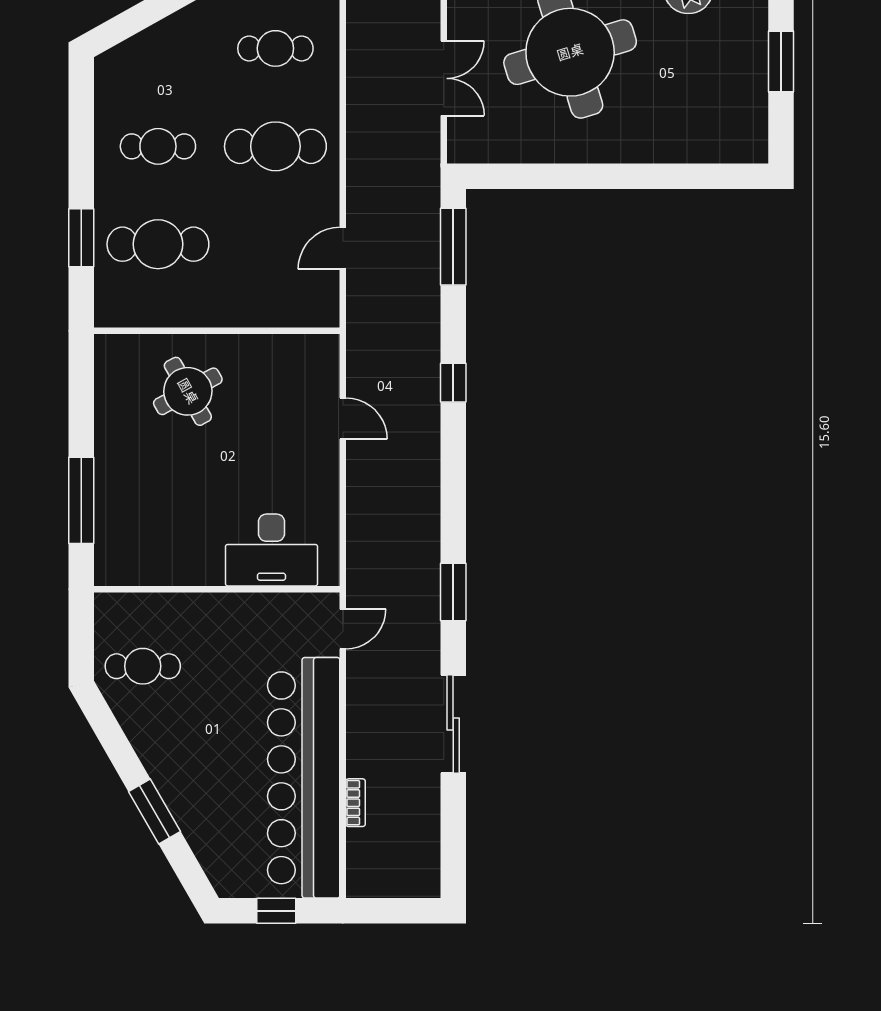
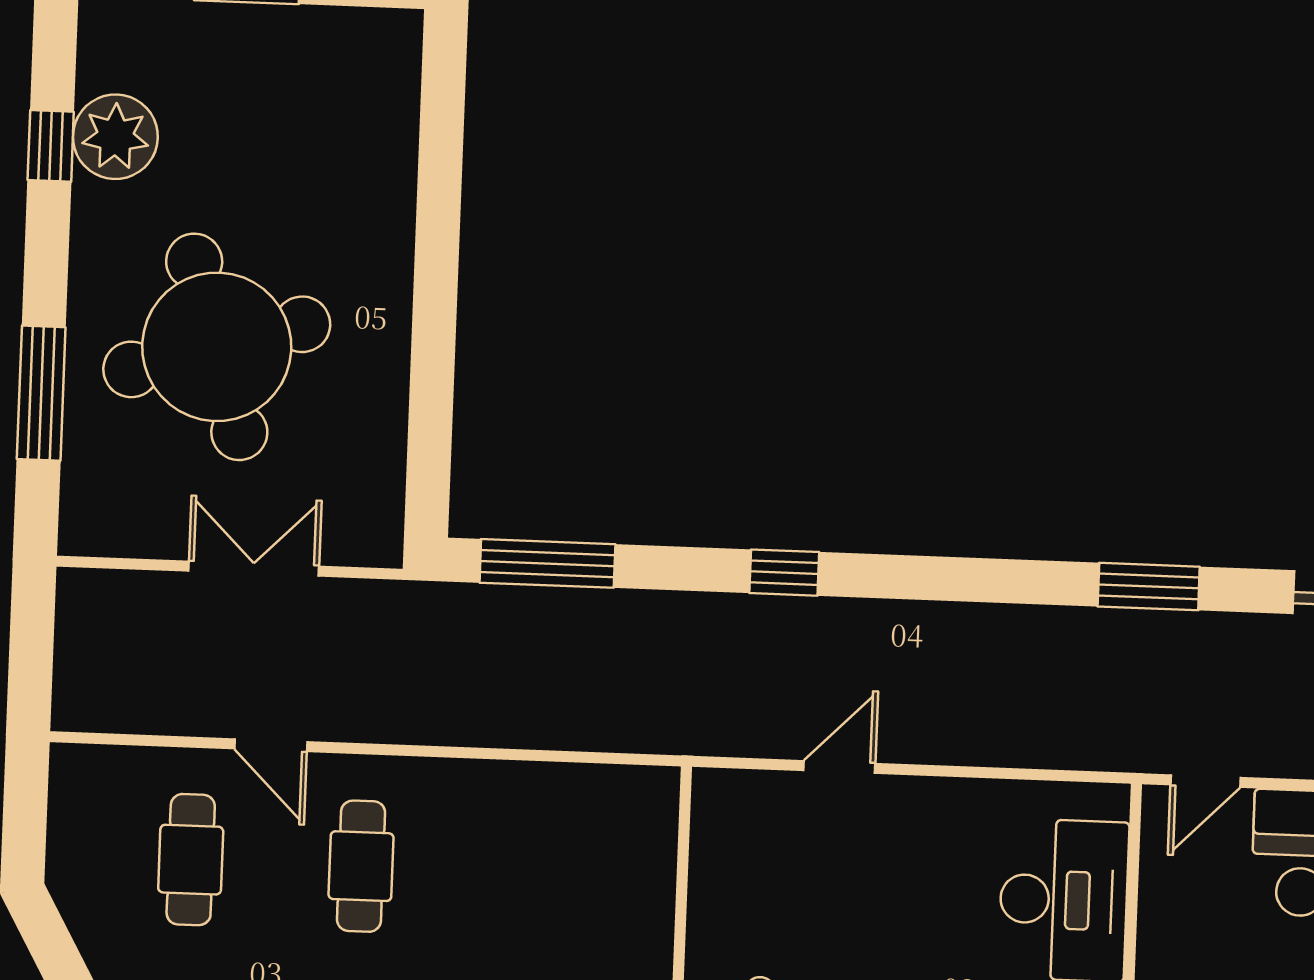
cafe table: (275, 146) -> (361, 866), width x0.73, depth x0.74
door: (343, 248) -> (271, 745), moved
door: (343, 629) -> (1206, 781), swing flipped

